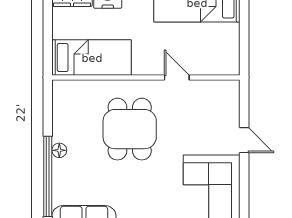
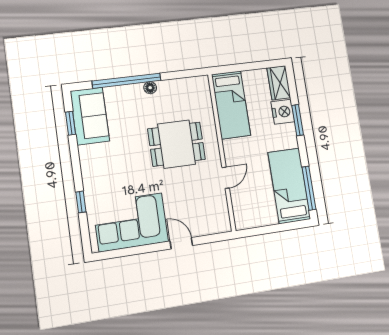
door: (244, 140) -> (181, 243), swing flipped

